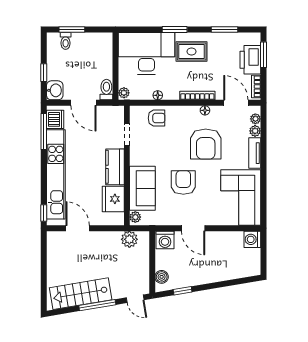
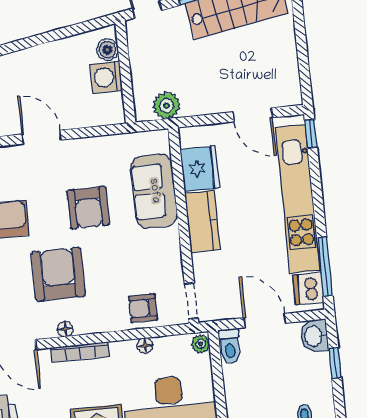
doorway: (127, 135) -> (191, 301), moved
plant: (135, 217) -> (161, 143), removed
door: (193, 228) -> (42, 137), moved
washing machine: (165, 240) -> (106, 77), moved, turned -90
window: (183, 291) -> (71, 31), removed

